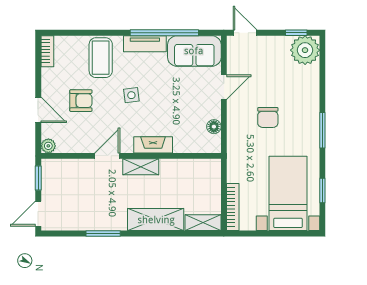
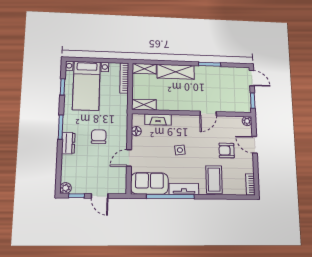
door: (245, 33) -> (100, 196), moved
plant: (305, 50) -> (66, 188), width x0.53, depth x0.53
side table: (131, 95) -> (180, 150), moved
dresser: (311, 107) -> (68, 143), added
fireplace: (153, 145) -> (158, 120), moved
shelving: (141, 167) -> (144, 105), moved
door: (38, 214) -> (252, 78), hinge flipped

